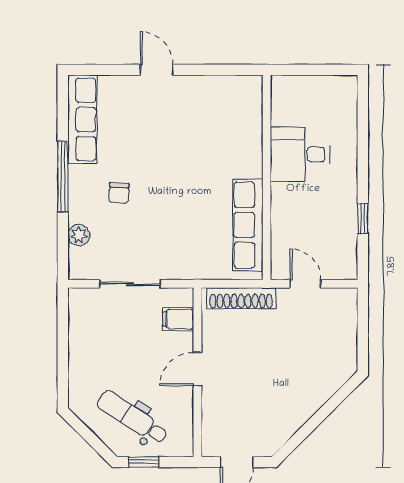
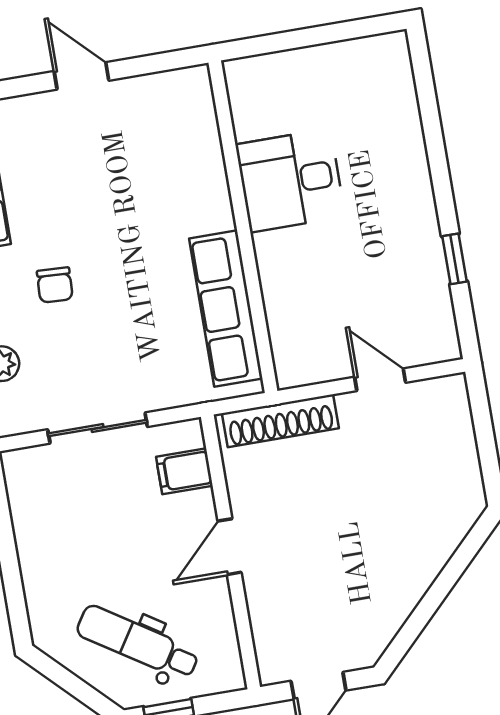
desk: (300, 154) -> (290, 180), moved
wall: (267, 177) -> (243, 227), moved
row of seats: (248, 225) -> (226, 308), moved

